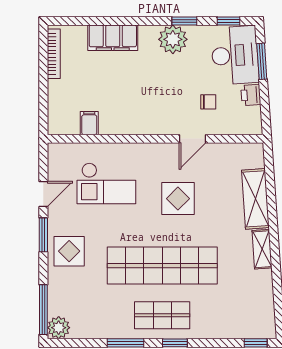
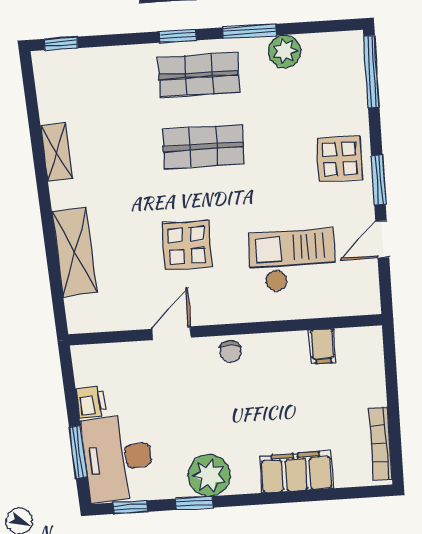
chair: (208, 102) -> (231, 351), moved, turned -90
shelving: (262, 249) -> (57, 152), moved
shop shelf: (162, 266) -> (203, 147), width x0.50, depth x0.74
plant: (59, 328) -> (285, 51), moved

